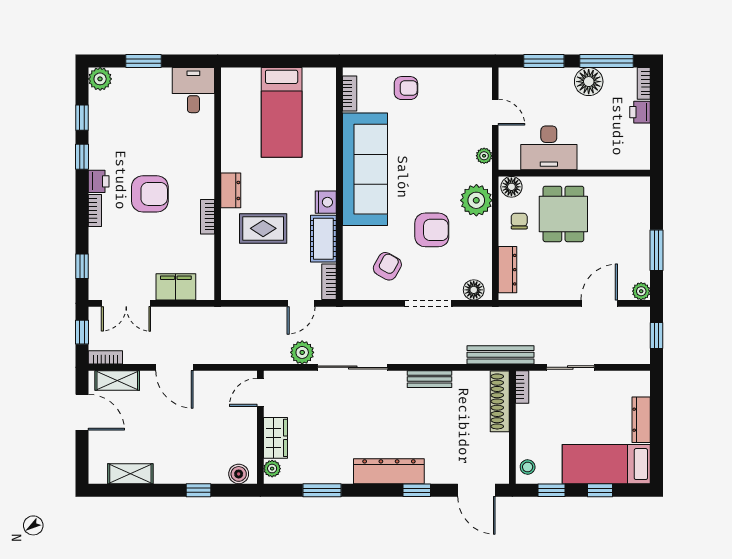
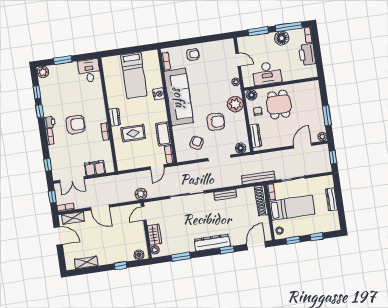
printer: (640, 112) -> (307, 54), width x1.87, depth x1.48
nightstand: (326, 202) -> (159, 94), moved
plant: (302, 352) -> (141, 194), moved
bed: (606, 464) -> (292, 208), moved, turned 180
door: (476, 490) -> (256, 246), swing flipped

